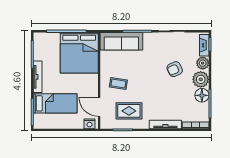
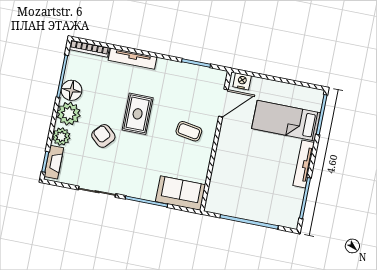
sofa: (121, 41) -> (181, 193), width x0.73
bed: (79, 53) -> (237, 187), removed
armchair: (175, 69) -> (103, 136), turned -113
door: (99, 107) -> (223, 103), hinge flipped
rug: (129, 111) -> (138, 114), moved, turned 90

